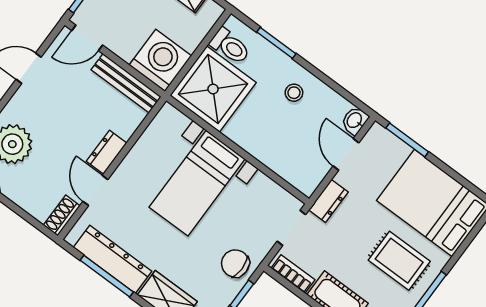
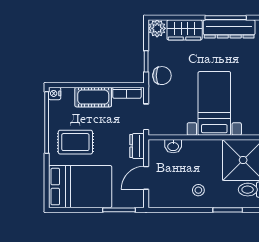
washbasin: (355, 120) -> (173, 146), moved, turned 90
door: (346, 154) -> (146, 178), swing flipped

